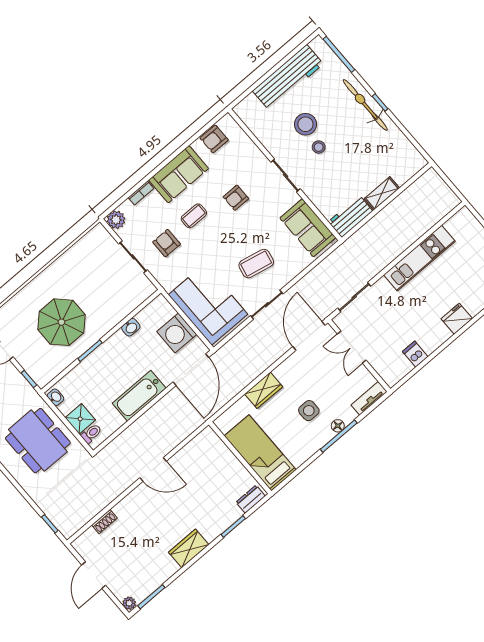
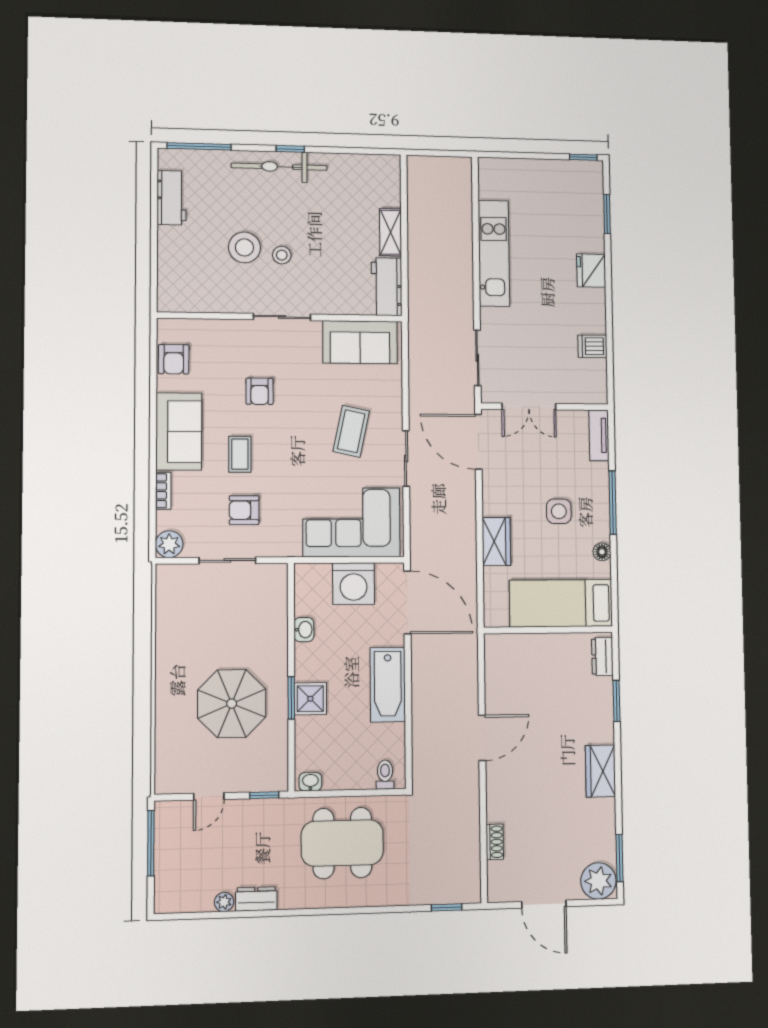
workbench: (288, 77) -> (172, 198), width x0.53, depth x0.76
shower: (80, 419) -> (310, 699), moved
floor lamp: (338, 426) -> (602, 552), moved
plant: (129, 603) -> (598, 881), width x1.88, depth x1.88

